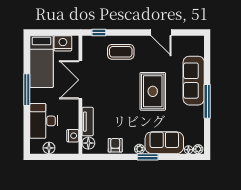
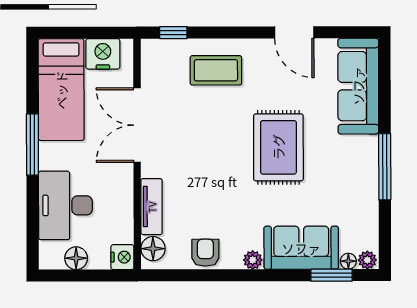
sofa: (194, 81) -> (358, 86), moved
nightstand: (73, 136) -> (122, 257), moved
window: (148, 157) -> (331, 275), moved

